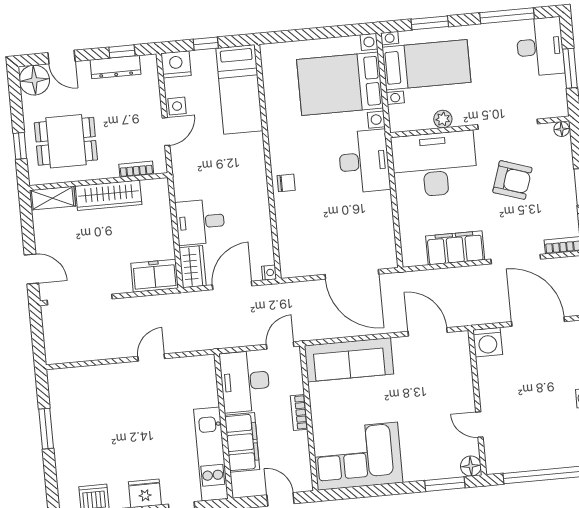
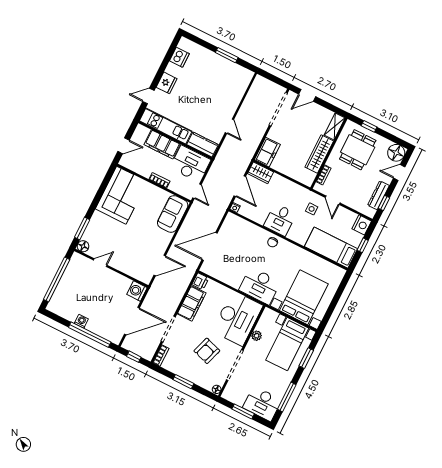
side table: (177, 106) -> (312, 209), moved
desk: (200, 222) -> (280, 220), moved, turned 180
printer: (413, 255) -> (200, 281), added
sofa: (349, 360) -> (173, 214), width x0.73
kitchen counter: (204, 381) -> (202, 145), added

